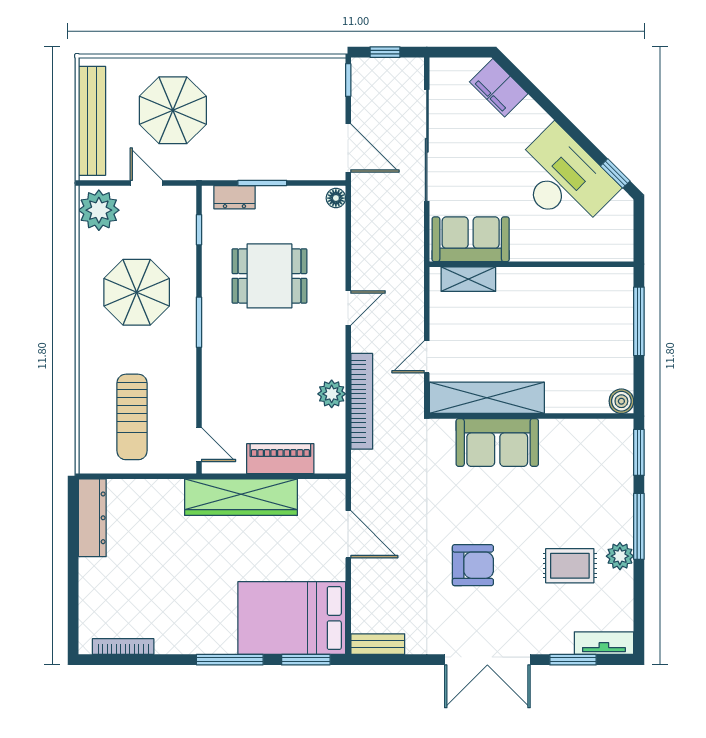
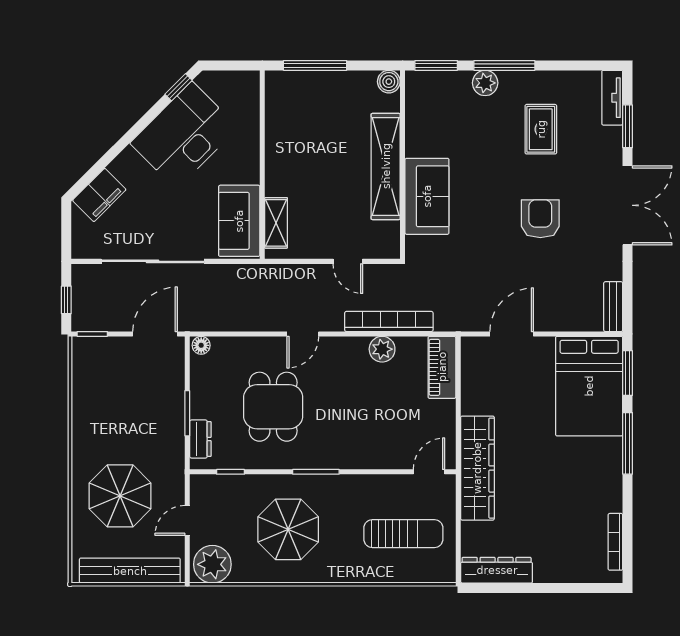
door: (348, 308) -> (303, 334), swing flipped
shelving: (487, 398) -> (386, 166), moved
piano: (280, 459) -> (442, 367), moved
wardrobe: (241, 497) -> (477, 468), moved
plant: (620, 556) -> (485, 83), moved

